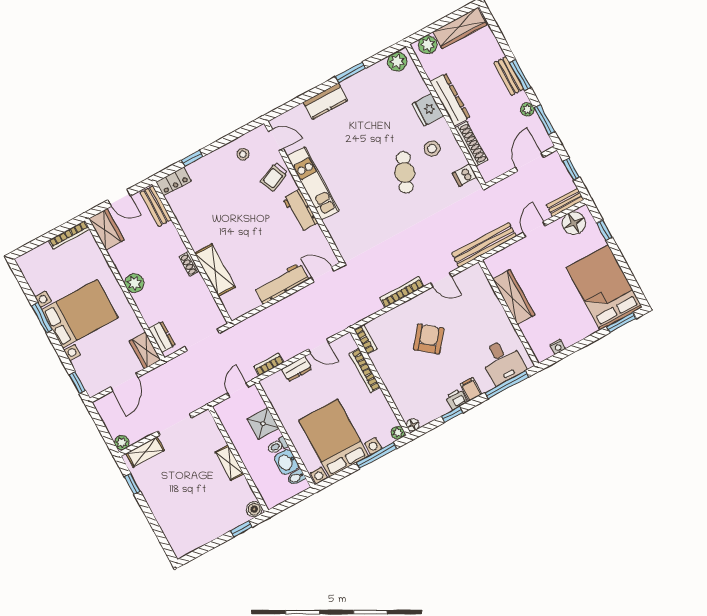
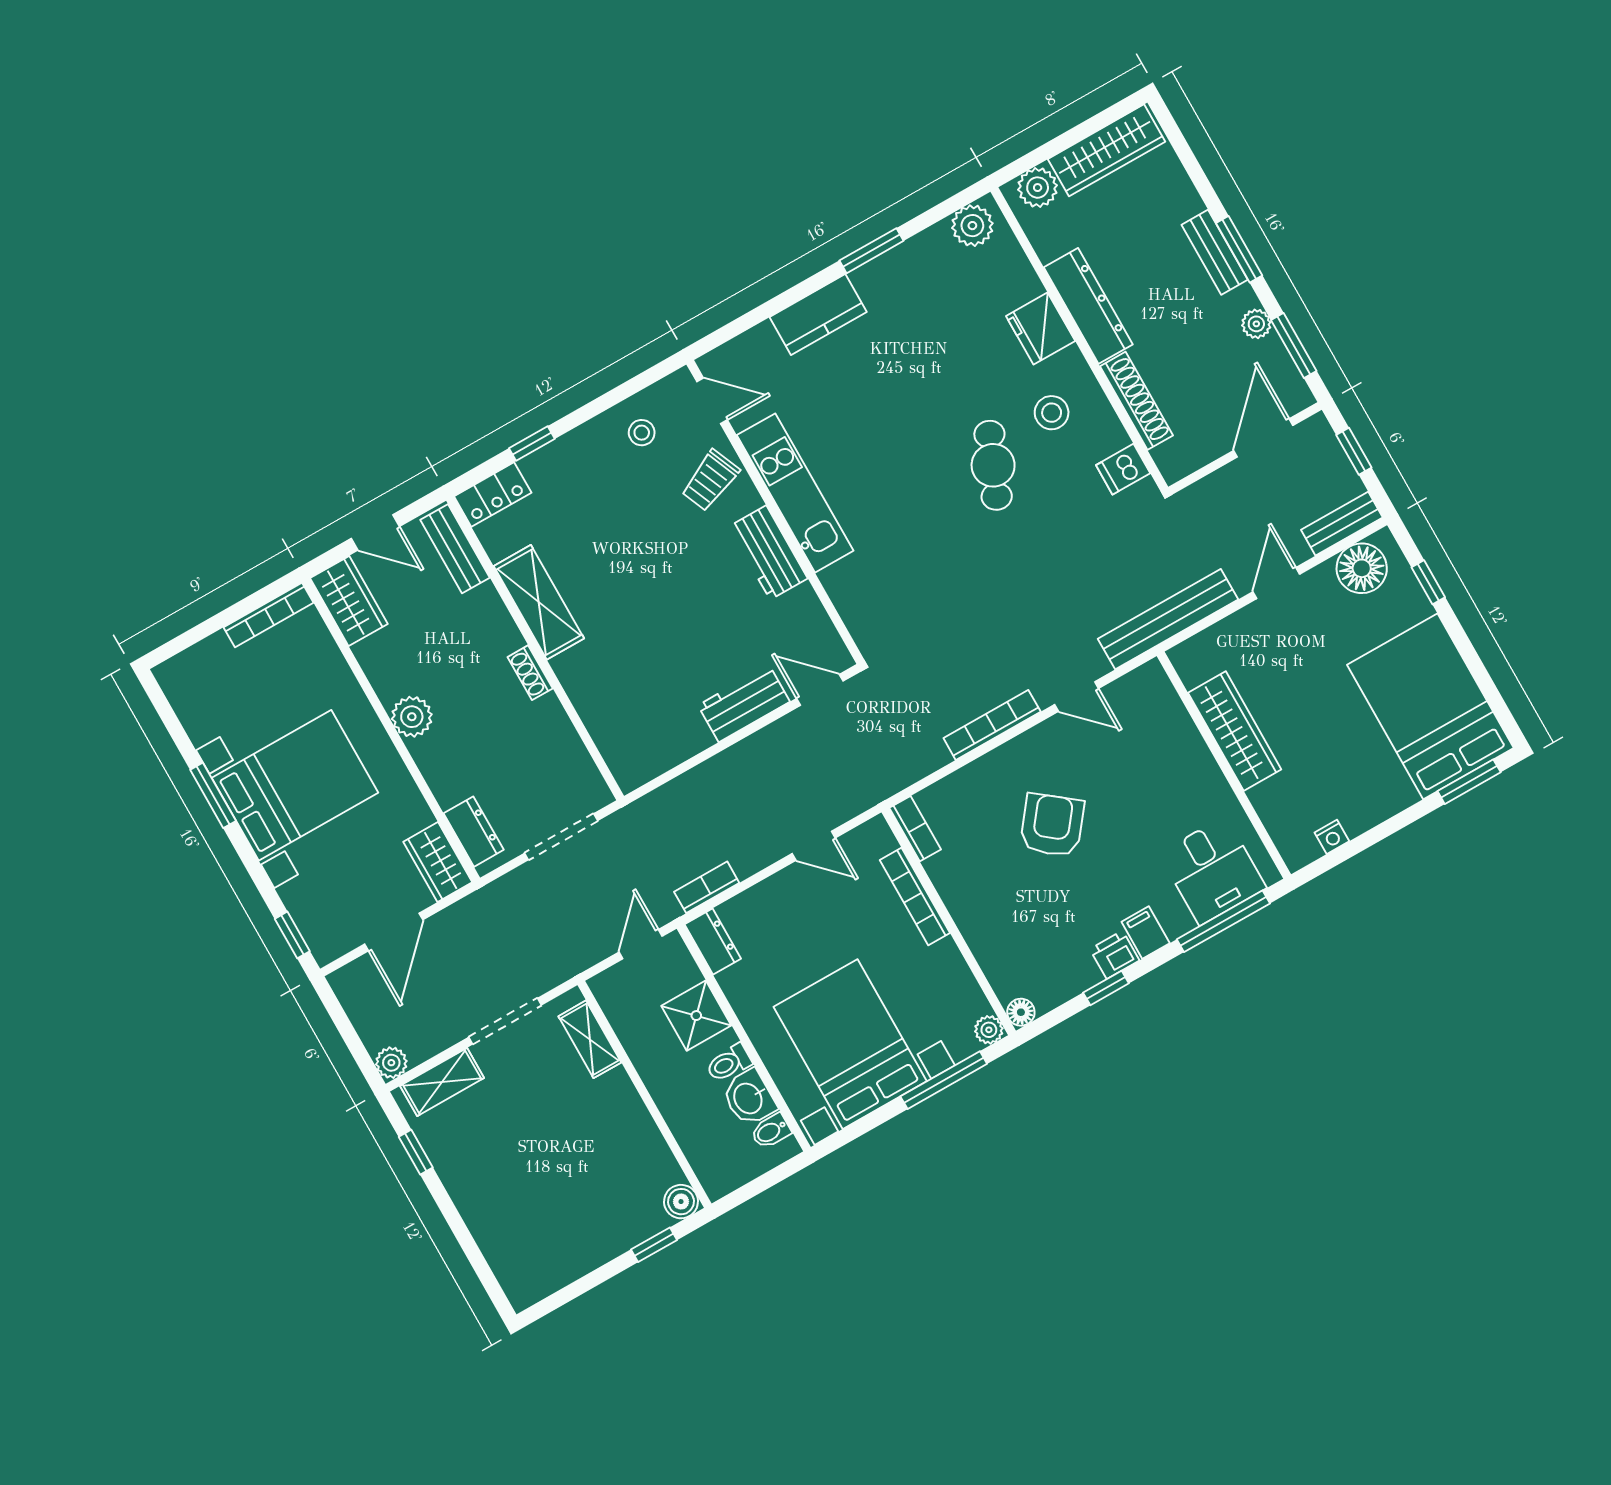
shelving: (215, 270) -> (539, 602), moved
workbench: (281, 283) -> (744, 703), width x0.73
dresser: (297, 369) -> (713, 941), moved, turned -90
shelving: (230, 463) -> (590, 1039), moved

